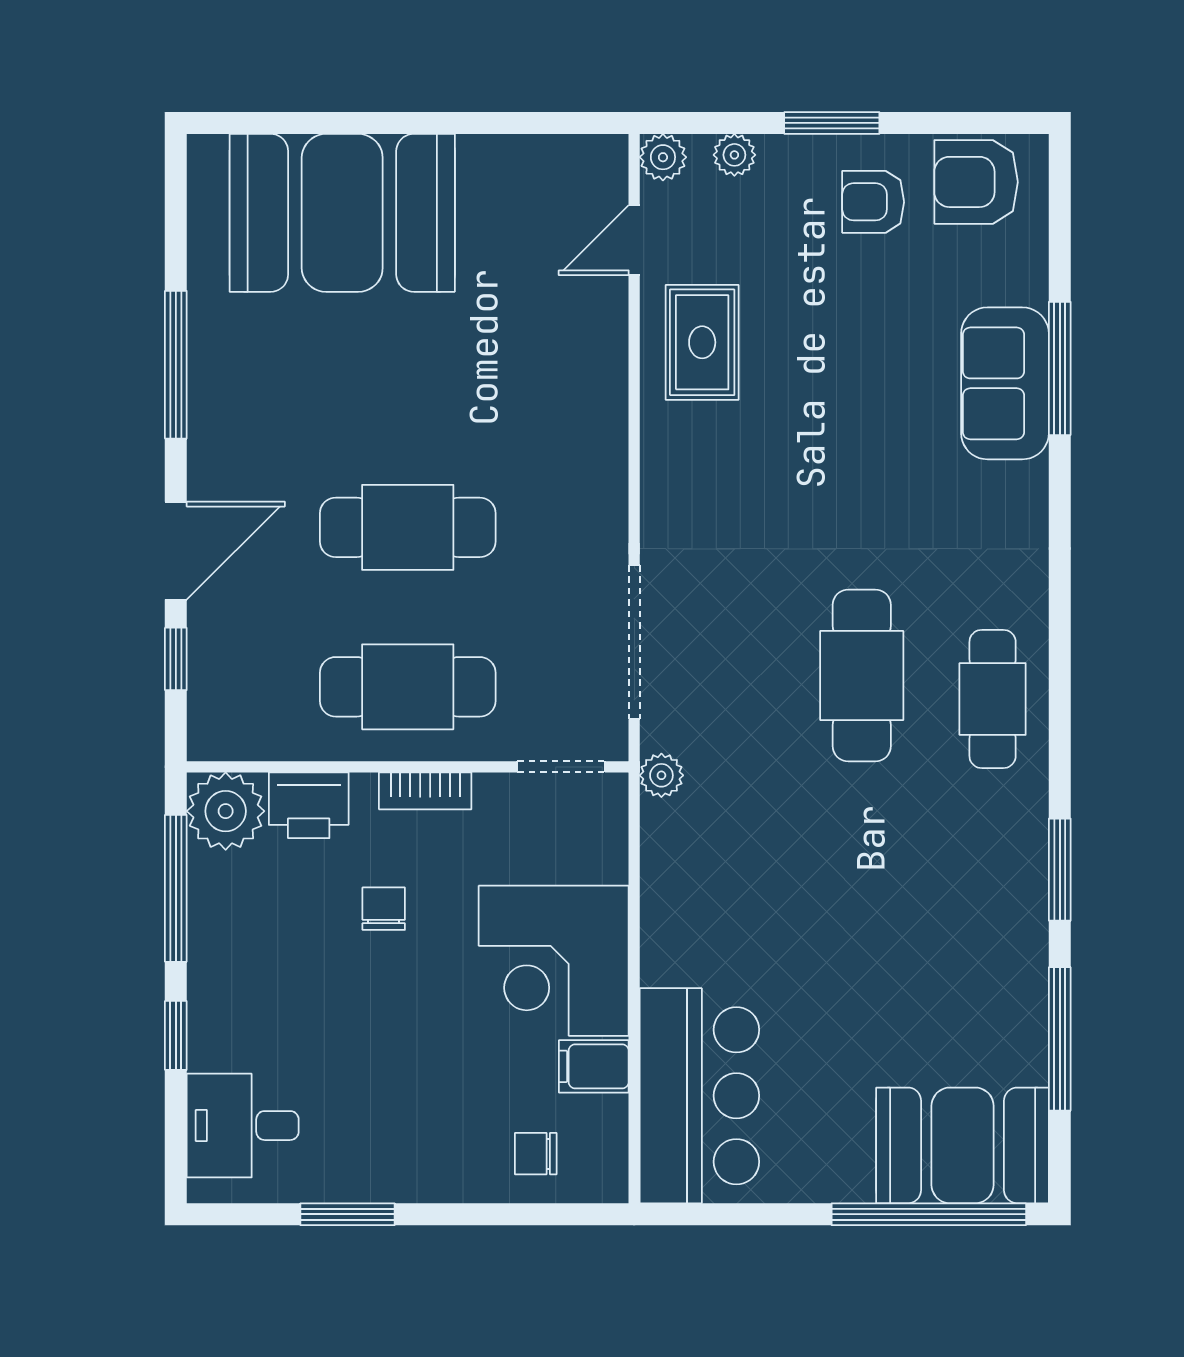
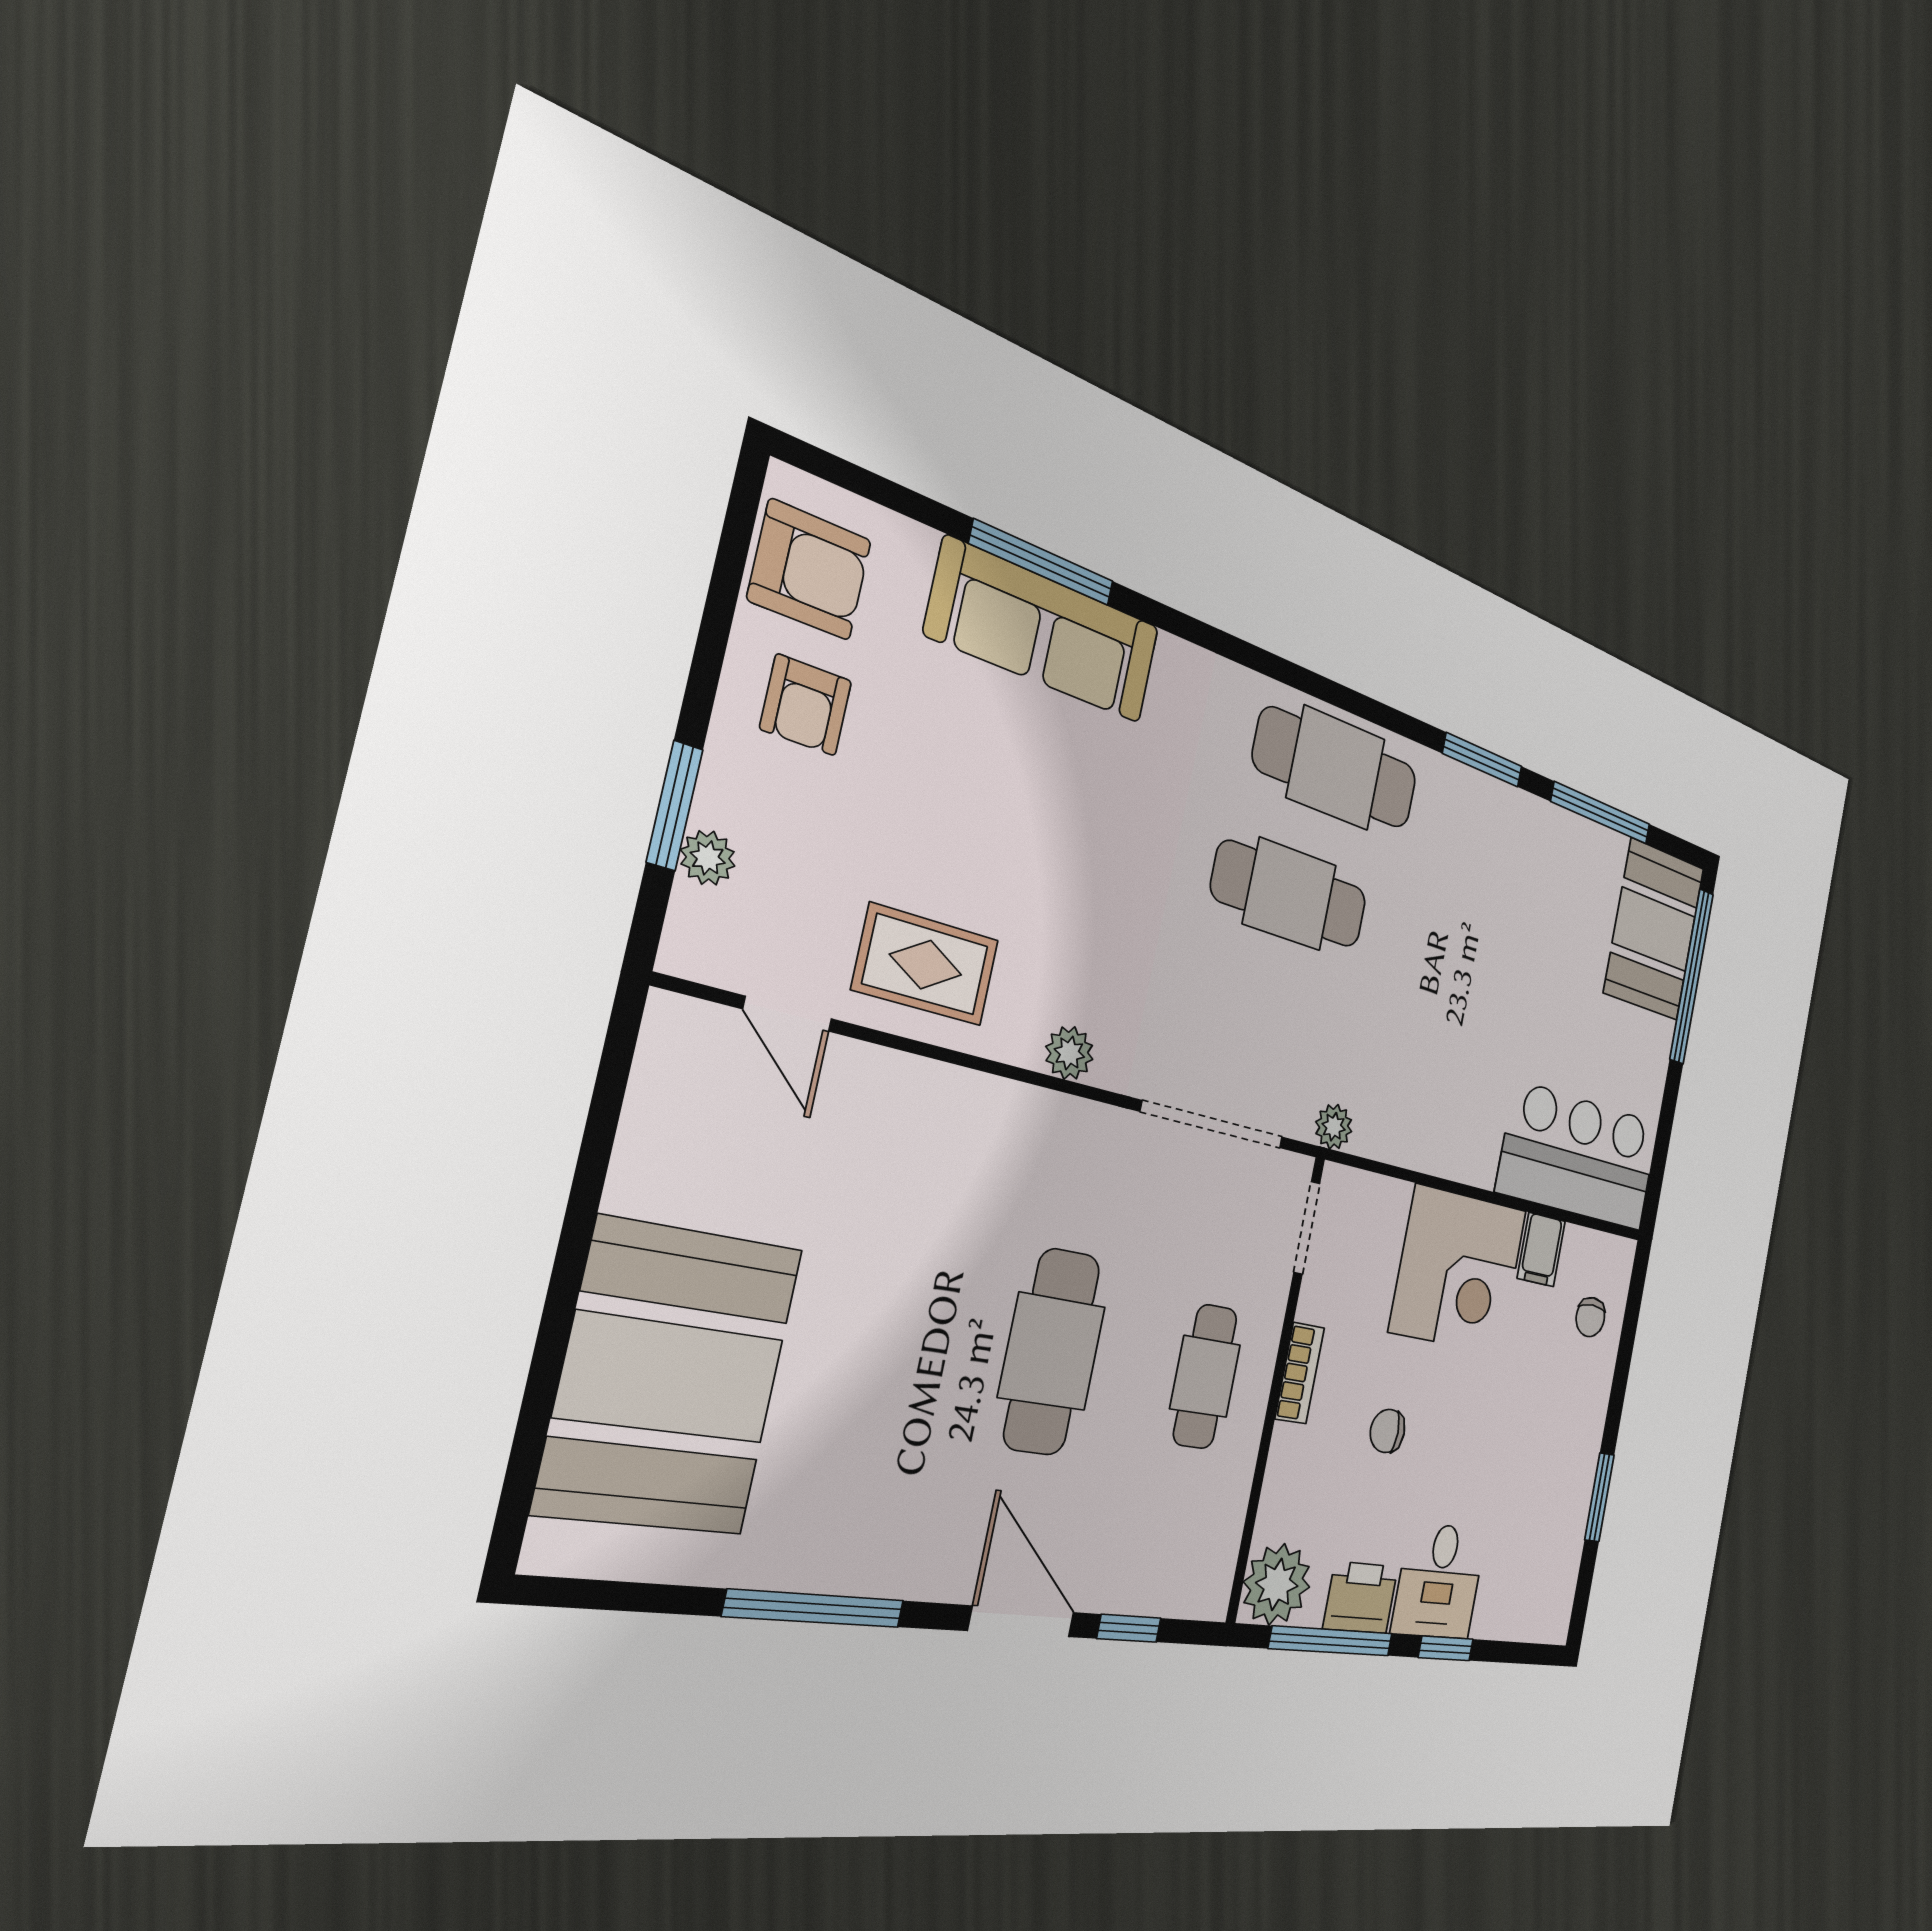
window: (832, 123) -> (675, 806), moved
plant: (663, 157) -> (1069, 1053), moved
armchair: (976, 182) -> (810, 570), turned -90
sofa: (1005, 383) -> (1045, 631), width x1.36
cafe table: (408, 687) -> (1205, 1377), width x0.73, depth x0.74
cafe table: (993, 699) -> (1336, 768), width x1.37, depth x1.35
printer: (309, 805) -> (1361, 1598), moved, turned -90
desk: (243, 1126) -> (1439, 1581), moved

